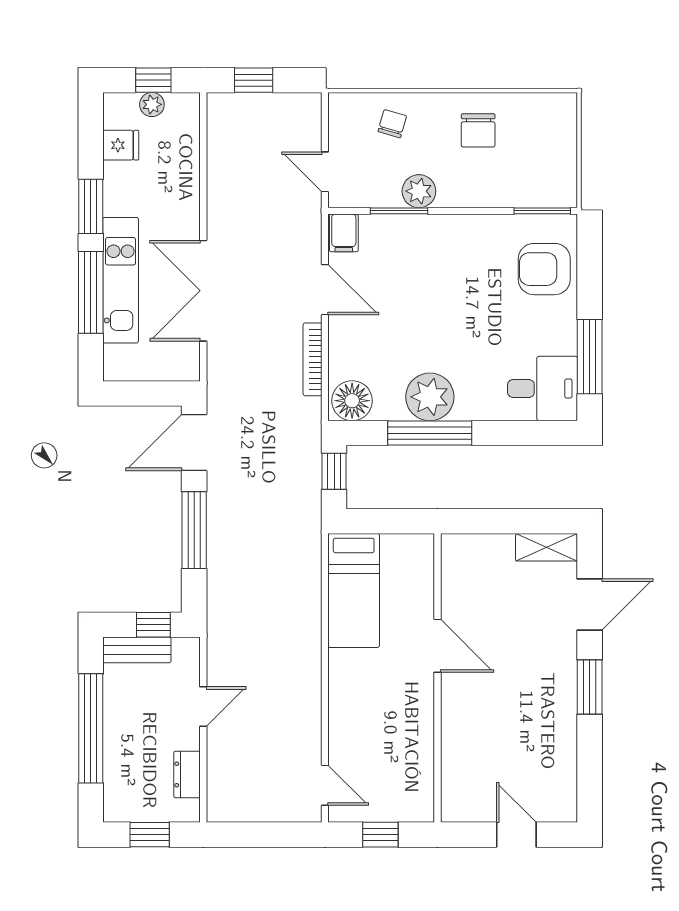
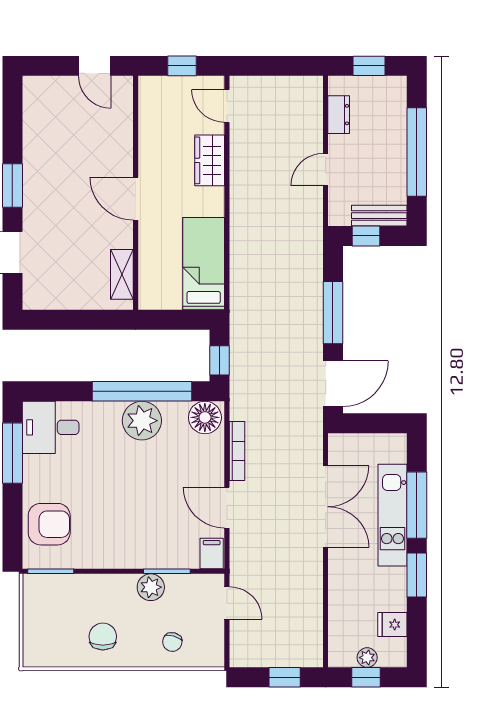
window: (430, 433) -> (142, 391), width x1.46
shelving: (547, 547) -> (122, 274), moved, turned 90
door: (438, 646) -> (136, 199), moved
wardrobe: (346, 718) -> (210, 160), added
door: (516, 835) -> (95, 66), moved

